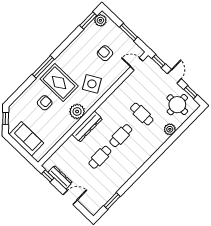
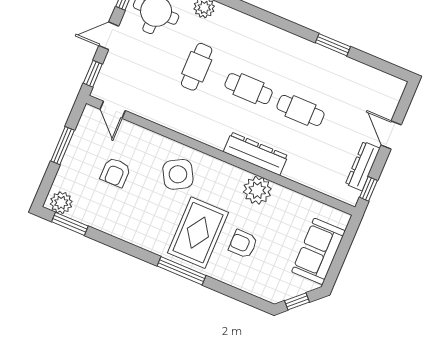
plant: (77, 111) -> (257, 190), moved
window: (112, 201) -> (333, 45), moved

